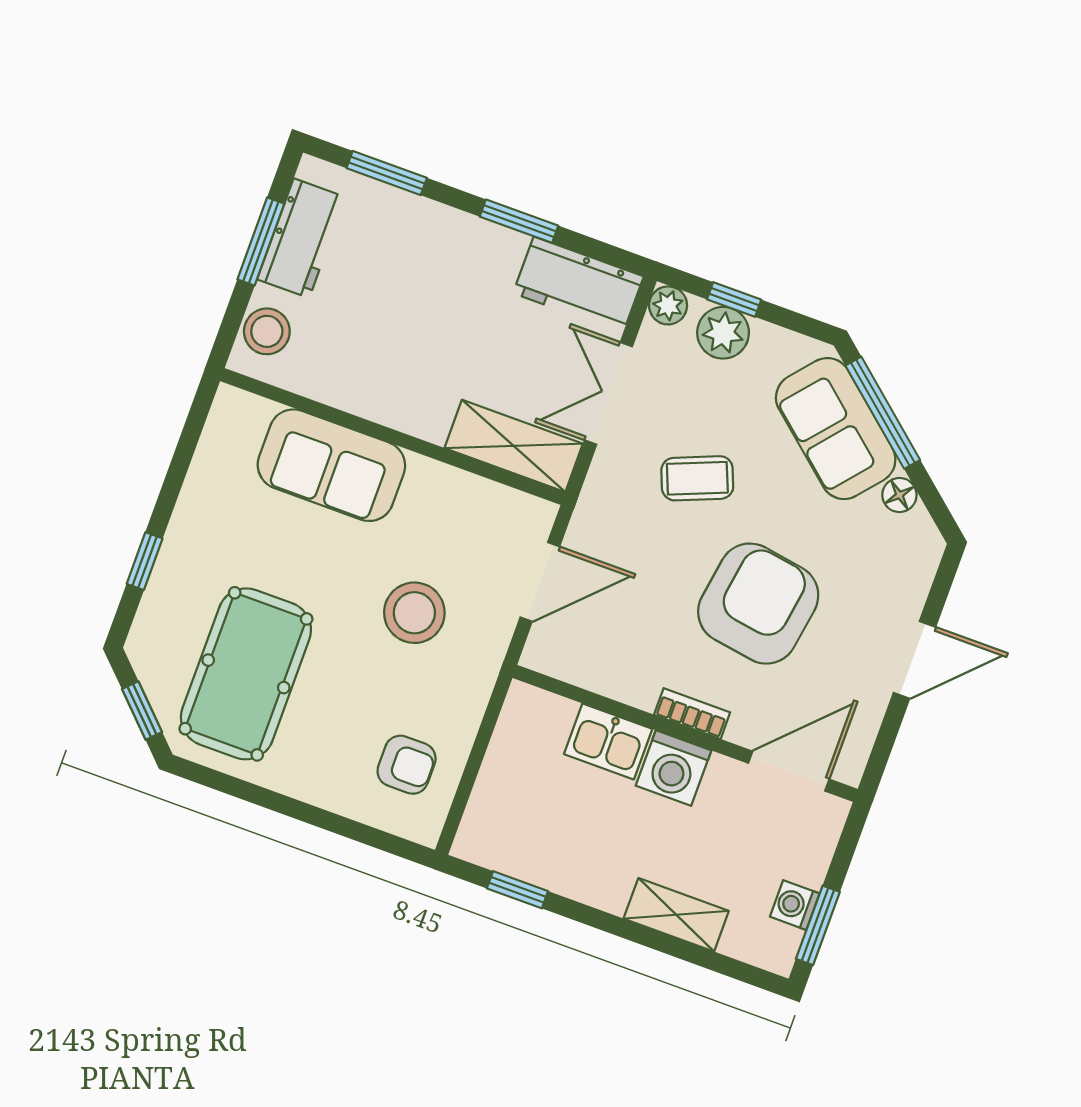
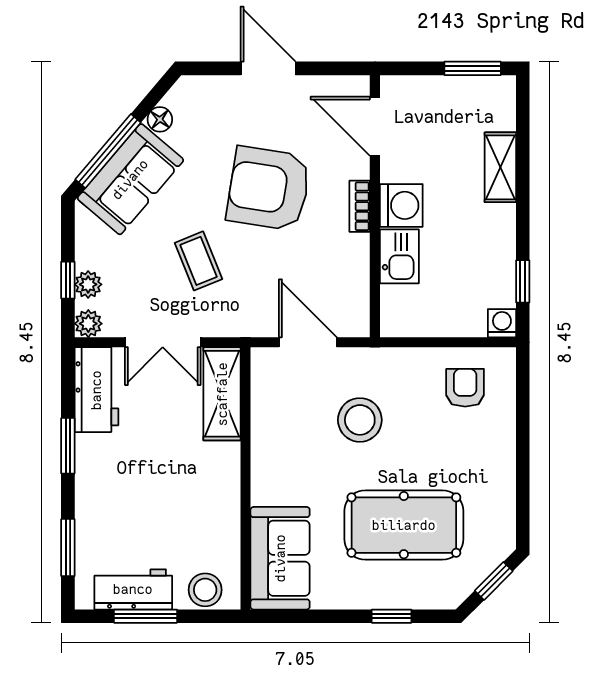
plant: (723, 333) -> (88, 284), width x0.73, depth x0.73
sofa: (331, 465) -> (280, 558), moved
pool table: (246, 674) -> (404, 525), moved
washing machine: (795, 905) -> (502, 323), moved, turned 180

